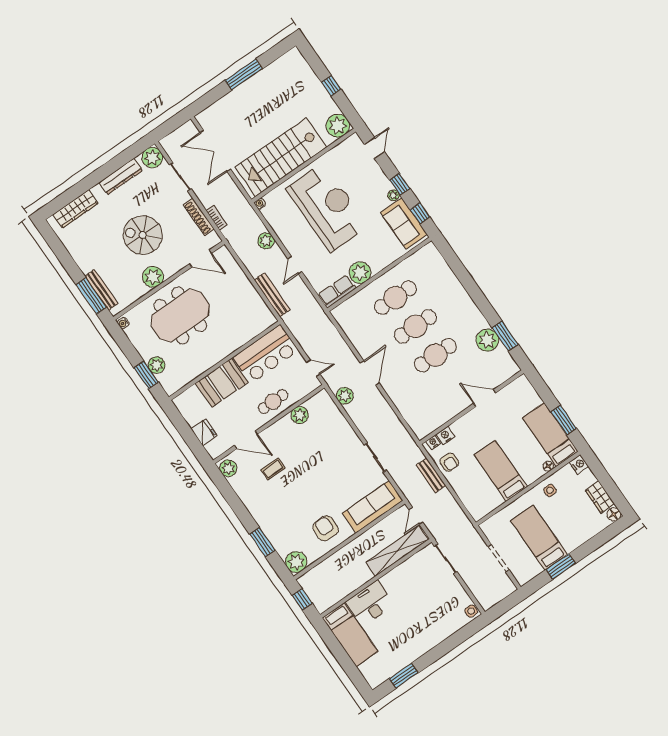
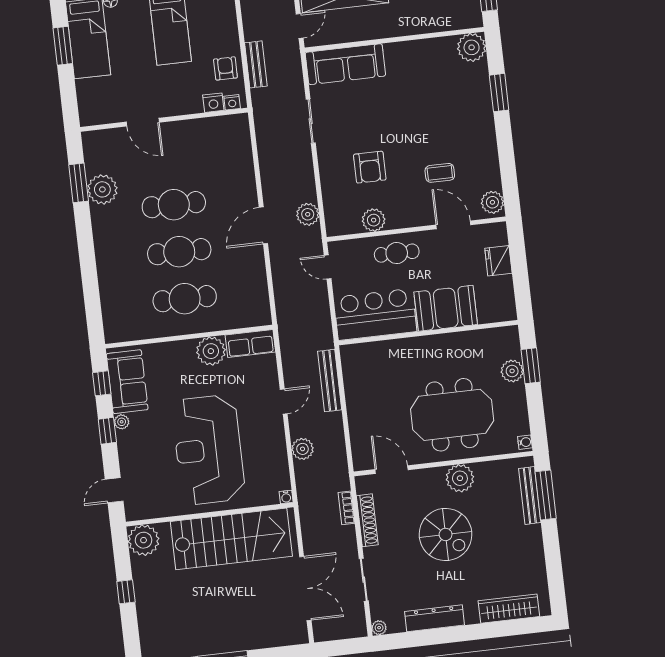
plant: (152, 158) -> (379, 628), width x0.53, depth x0.53
armchair: (326, 528) -> (370, 167), moved

